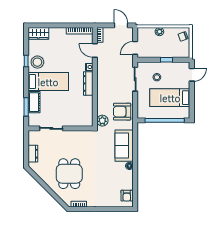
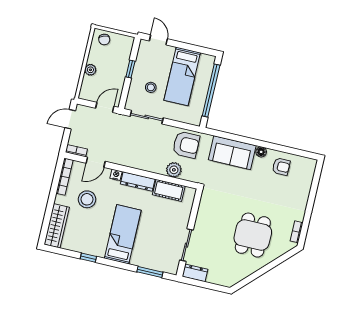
wardrobe: (38, 33) -> (57, 226), width x1.50
door: (135, 48) -> (105, 107), swing flipped
stool: (37, 62) -> (87, 199), moved
cot: (34, 102) -> (169, 190), moved
armchair: (122, 112) -> (186, 145), turned -90
plant: (102, 121) -> (174, 170), moved
dresser: (33, 154) -> (195, 273), moved
dining table: (69, 174) -> (253, 235), turned 90
armchair: (127, 196) -> (281, 167), moved

